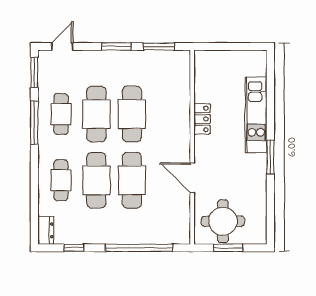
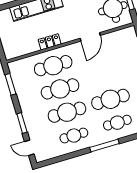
window: (116, 47) -> (22, 123), moved
window: (34, 72) -> (52, 161), removed
window: (34, 122) -> (104, 145), moved
cafe table: (132, 180) -> (53, 66), moved

